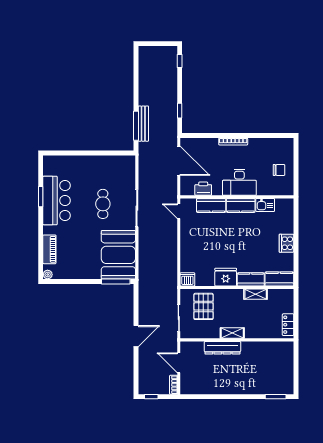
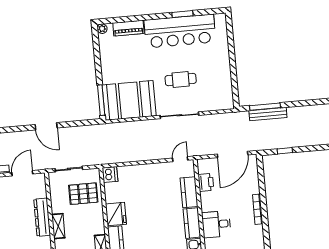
desk: (239, 182) -> (216, 224), width x0.73
bar counter: (57, 201) -> (180, 31), width x1.36

